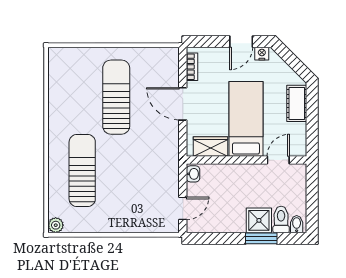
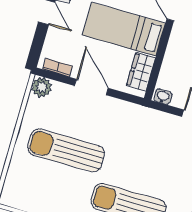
plant: (169, 57) -> (42, 87), added
door: (183, 104) -> (91, 87), swing flipped

